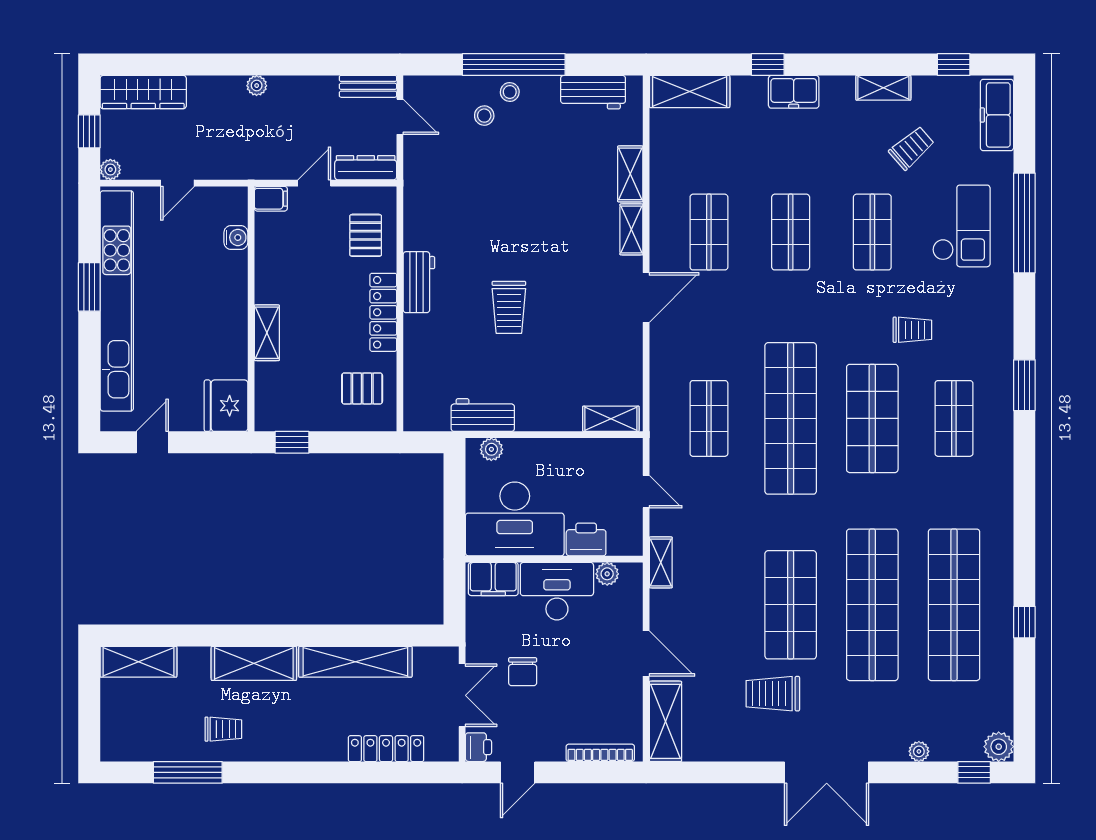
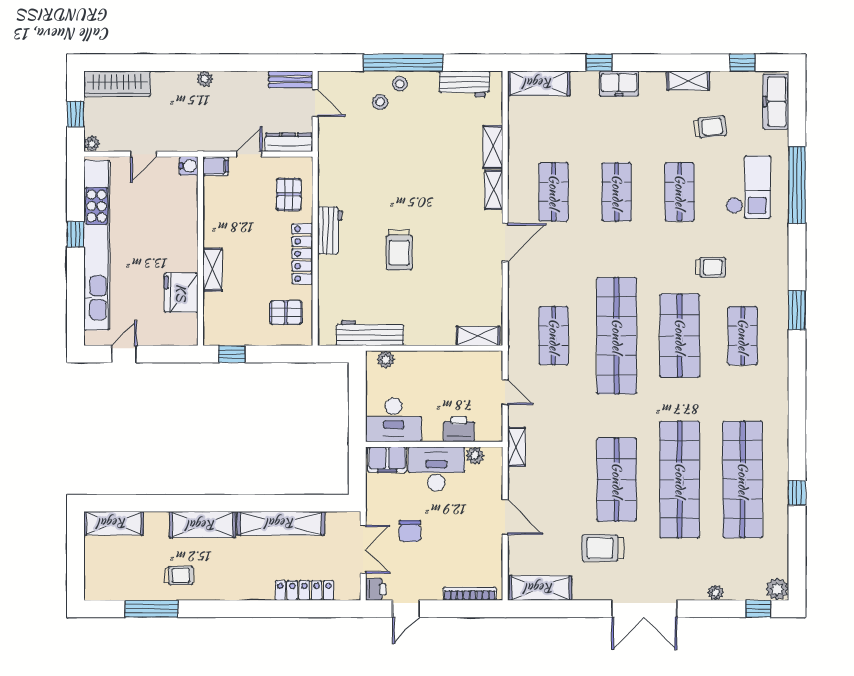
trolley: (912, 148) -> (710, 127), turned 35
water cooler: (236, 237) -> (189, 166), moved
window: (89, 287) -> (75, 234), width x0.67
fridge: (226, 406) -> (181, 293), moved
workbench: (483, 415) -> (370, 333), width x1.38
desk: (515, 519) -> (394, 420), width x0.73, depth x0.77
shelving: (665, 721) -> (540, 588), moved, turned 90

